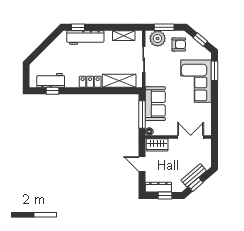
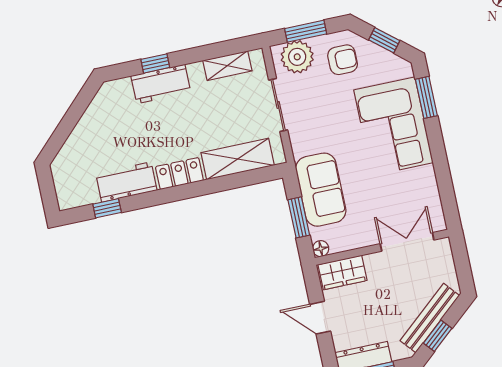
window: (78, 27) -> (155, 63), moved
workbench: (85, 38) -> (161, 84), width x0.73
workbench: (51, 80) -> (126, 182), moved
window: (142, 115) -> (299, 217), width x0.69
bench: (194, 175) -> (430, 318), width x1.36

